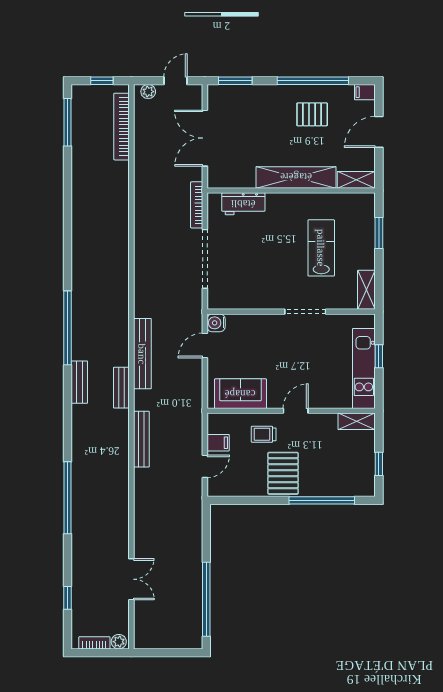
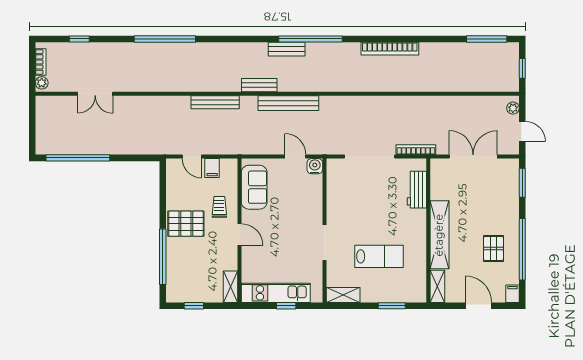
bookcase: (122, 127) -> (390, 49), moved, turned 180
bench: (79, 382) -> (287, 49), moved

